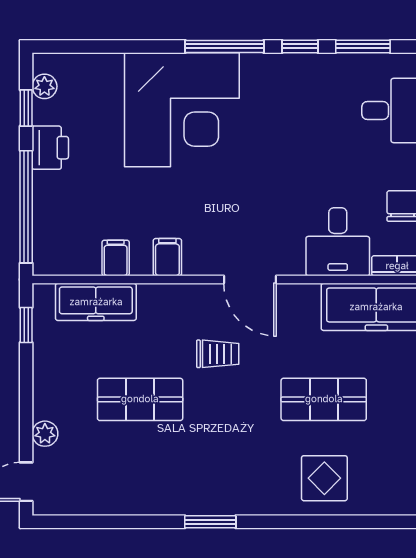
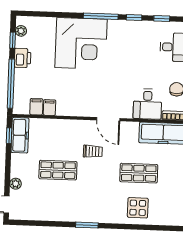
window: (363, 46) -> (162, 18), width x0.67
filing cabinet: (167, 257) -> (36, 107), moved
freezer: (96, 302) -> (20, 135), moved, turned -90

